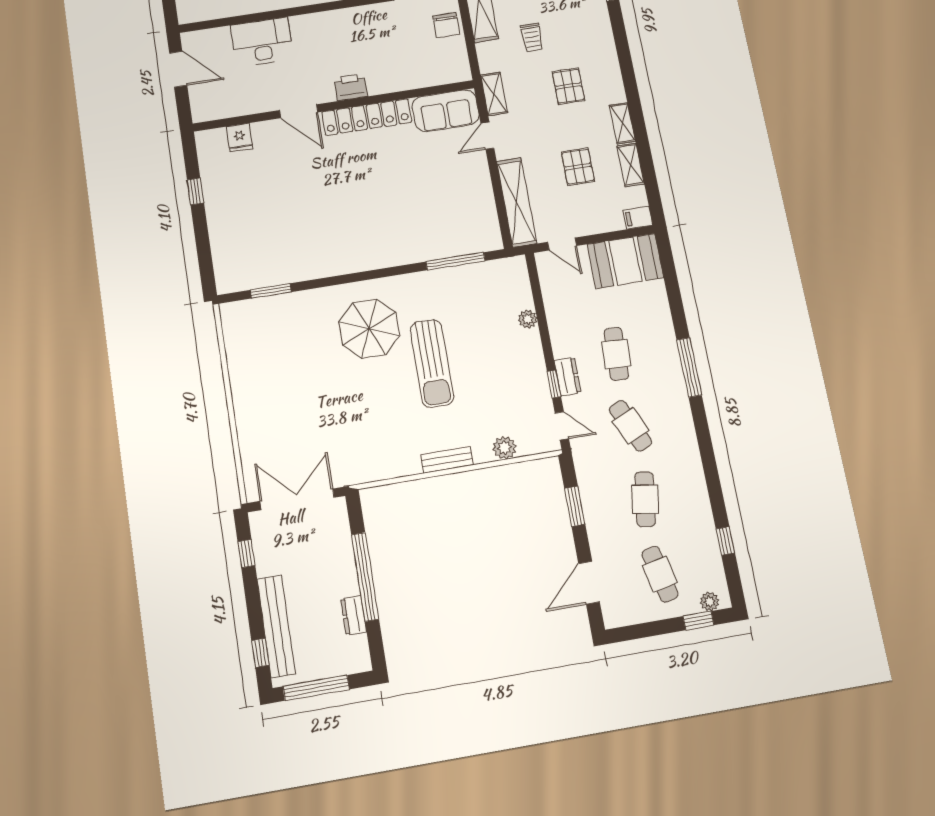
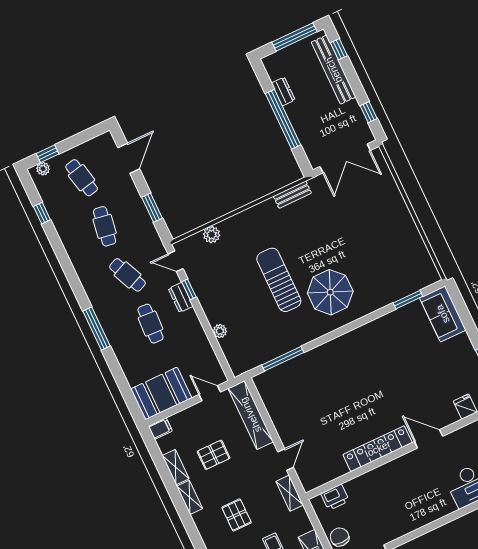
printer: (351, 87) -> (335, 497), moved
sofa: (446, 111) -> (443, 314), moved, turned -90
pallet: (578, 167) -> (214, 455), turned 90
bench: (447, 460) -> (292, 195), moved

